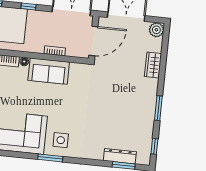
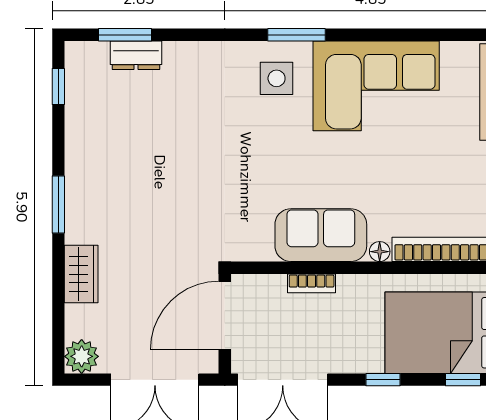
window: (158, 108) -> (58, 205), moved
dresser: (120, 156) -> (136, 55), width x0.70

